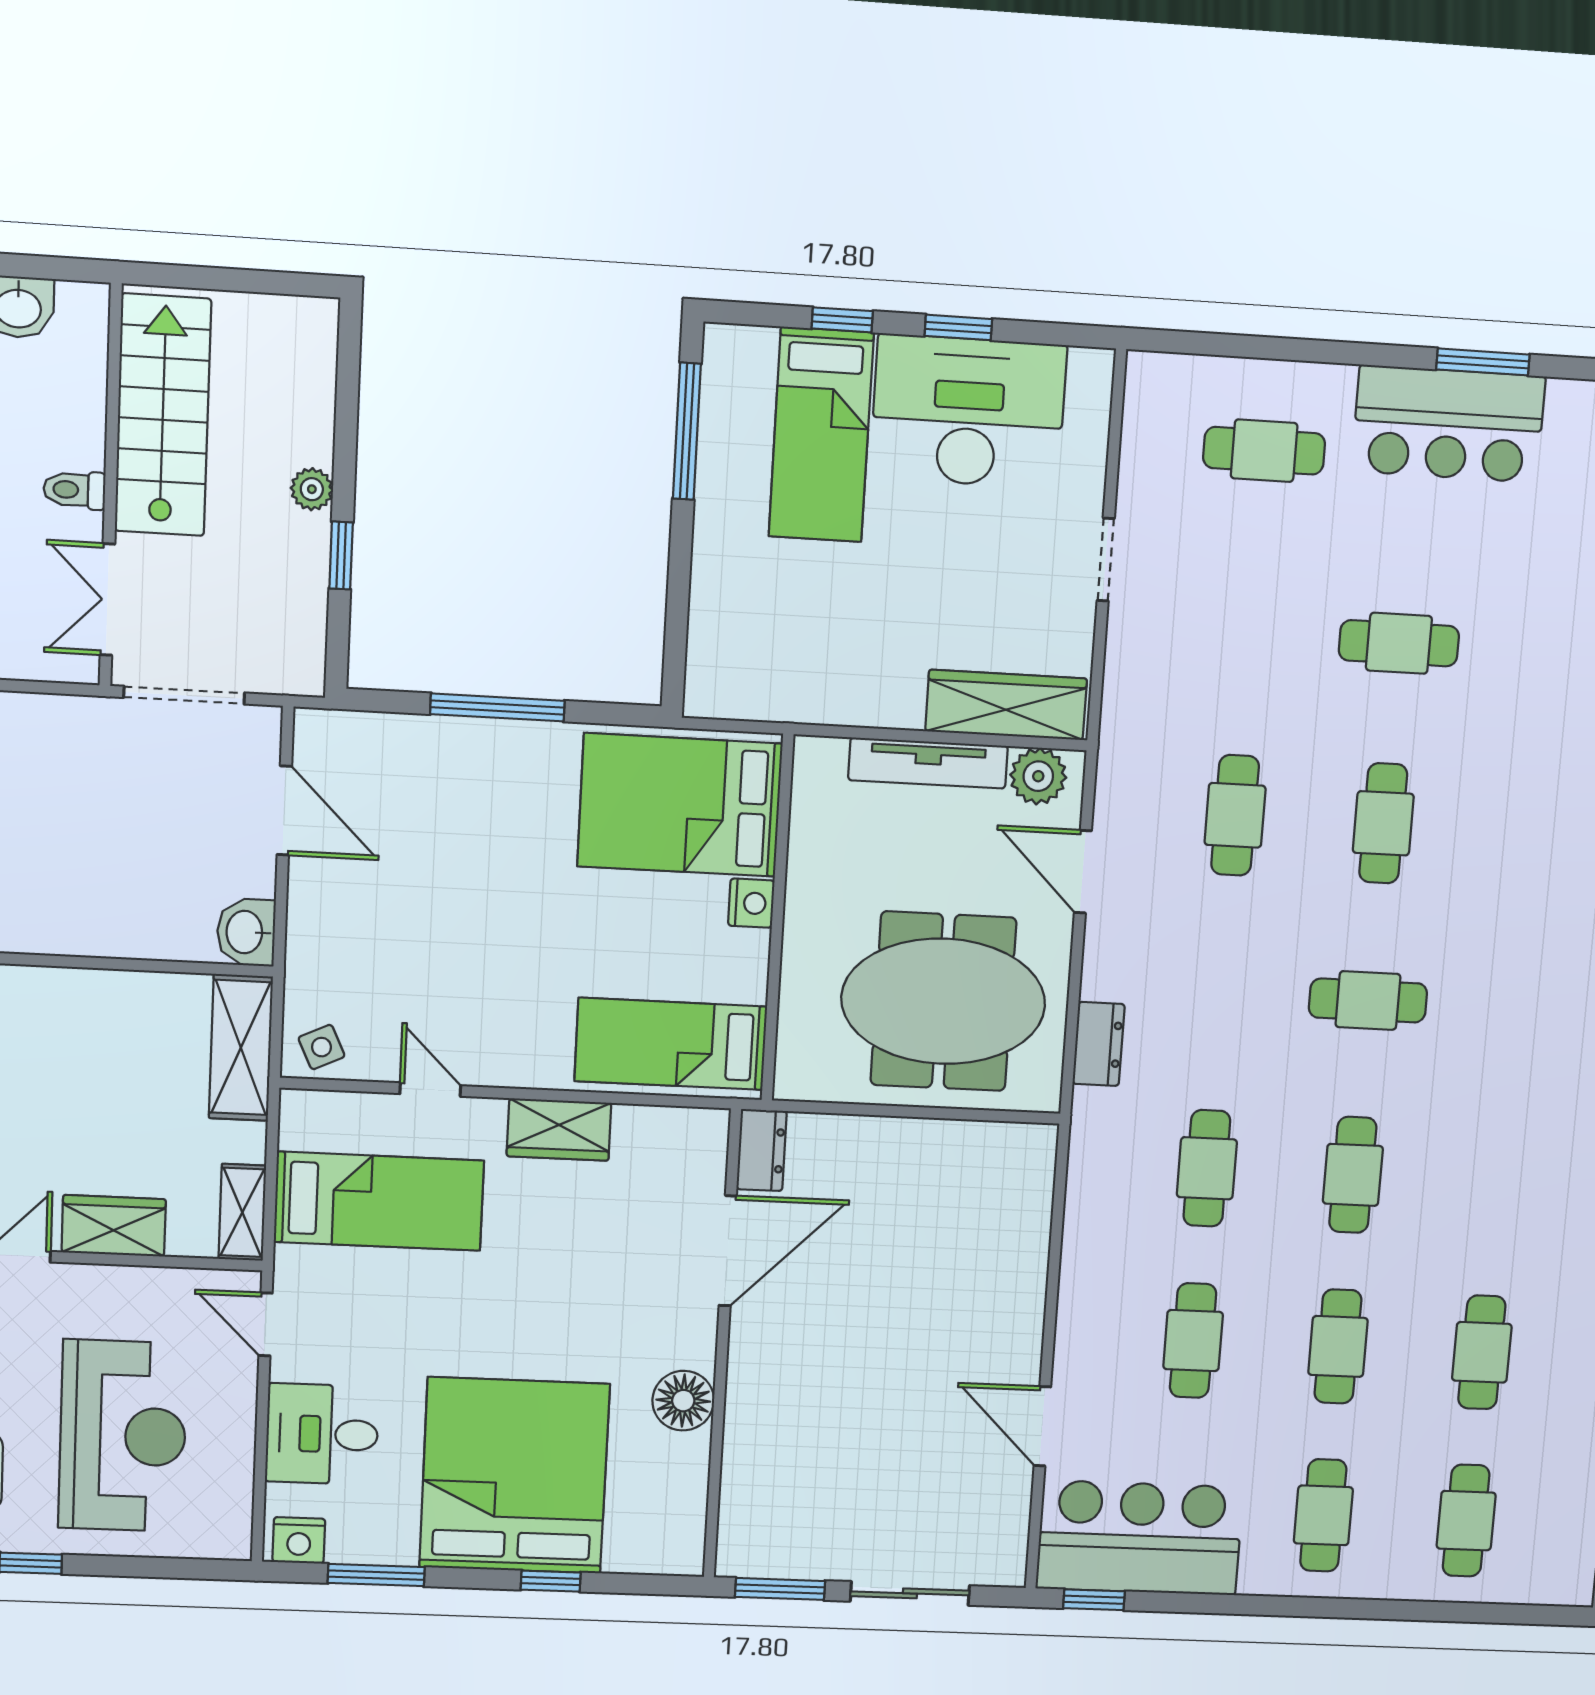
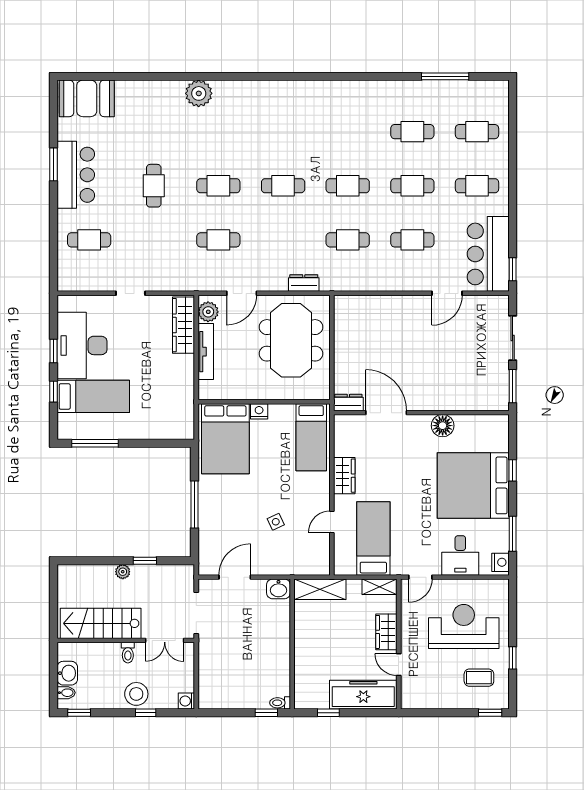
cafe table: (1264, 451) -> (89, 240), turned 90
cafe table: (1368, 1000) -> (283, 186), turned 90
side table: (322, 1047) -> (276, 522), moved

